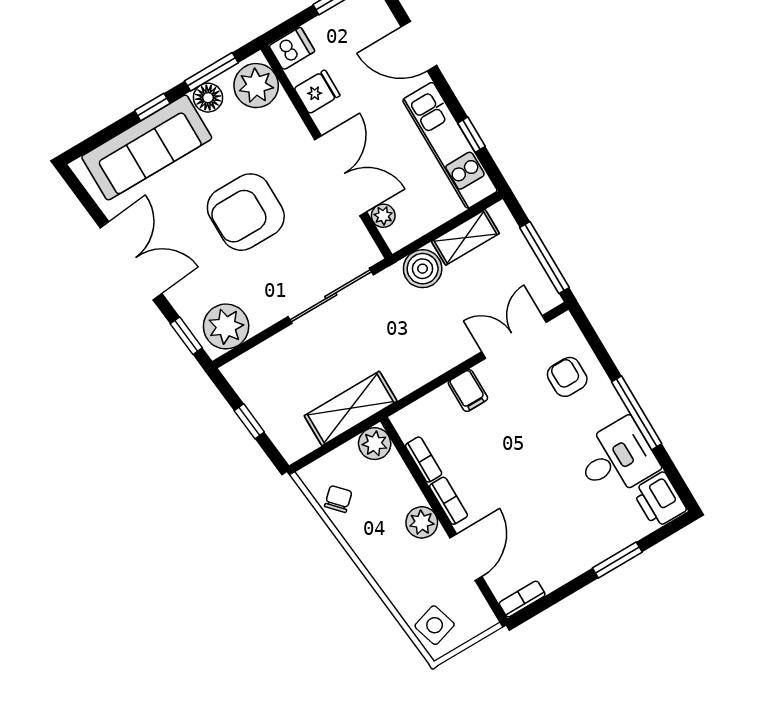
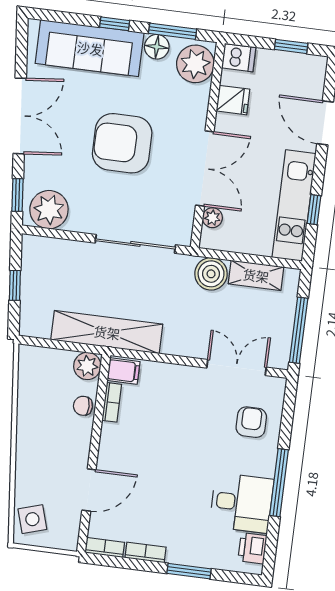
filing cabinet: (468, 390) -> (123, 371), moved, turned -90
shelving: (351, 408) -> (107, 332), width x1.47
chair: (338, 499) -> (83, 406), moved, turned -137
printer: (659, 500) -> (252, 548), width x0.73, depth x0.81
bookcase: (449, 501) -> (145, 552), moved, turned -90
plant: (422, 522) -> (78, 444), removed

